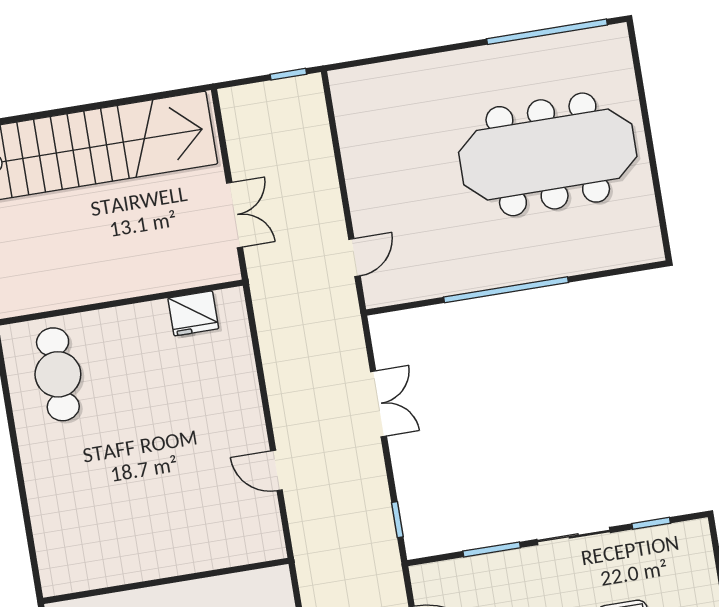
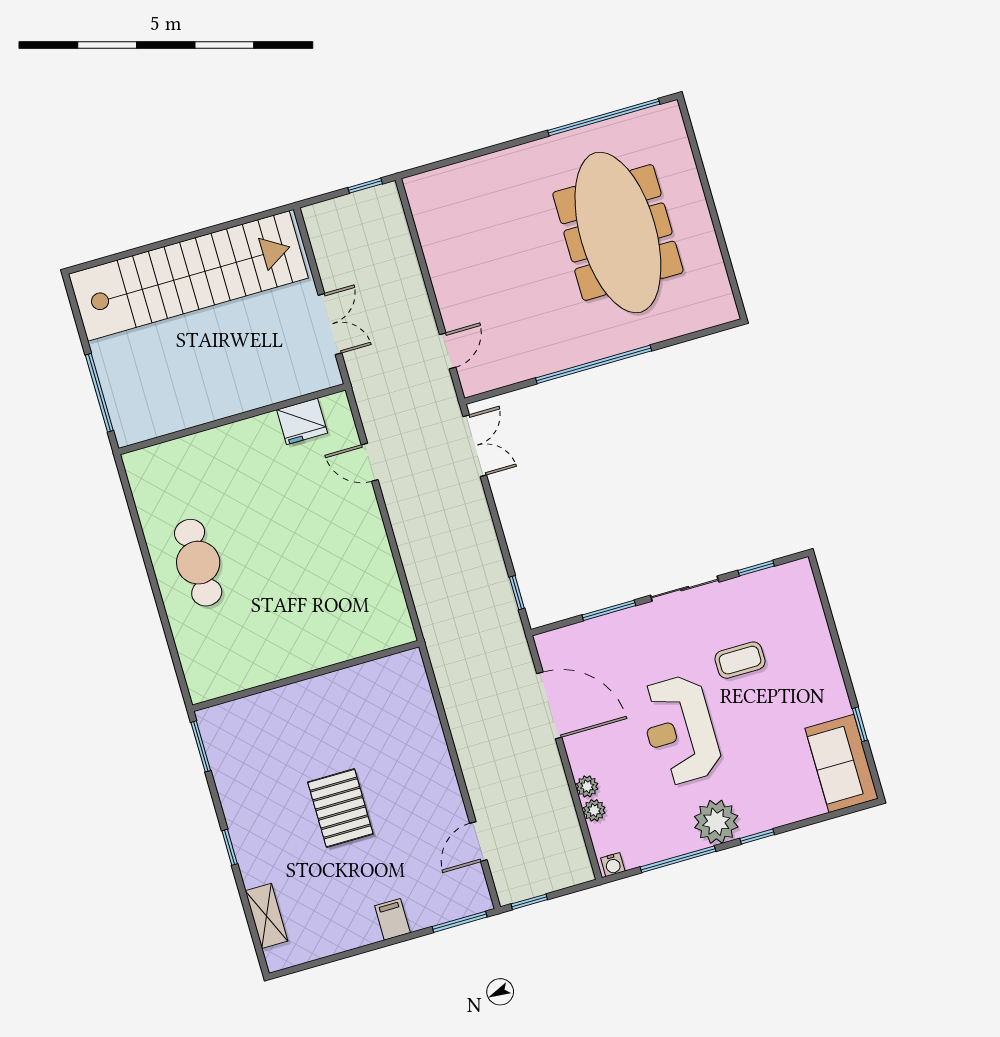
meeting table: (548, 154) -> (618, 232), turned 90
cafe table: (58, 374) -> (198, 563), moved
double door: (378, 404) -> (475, 446), moved
door: (276, 471) -> (370, 462), moved

